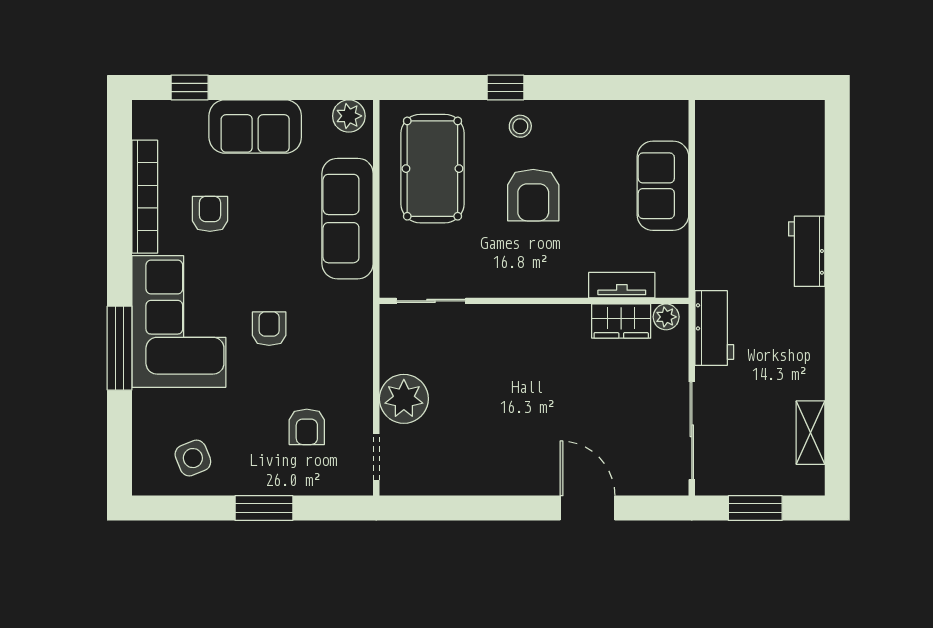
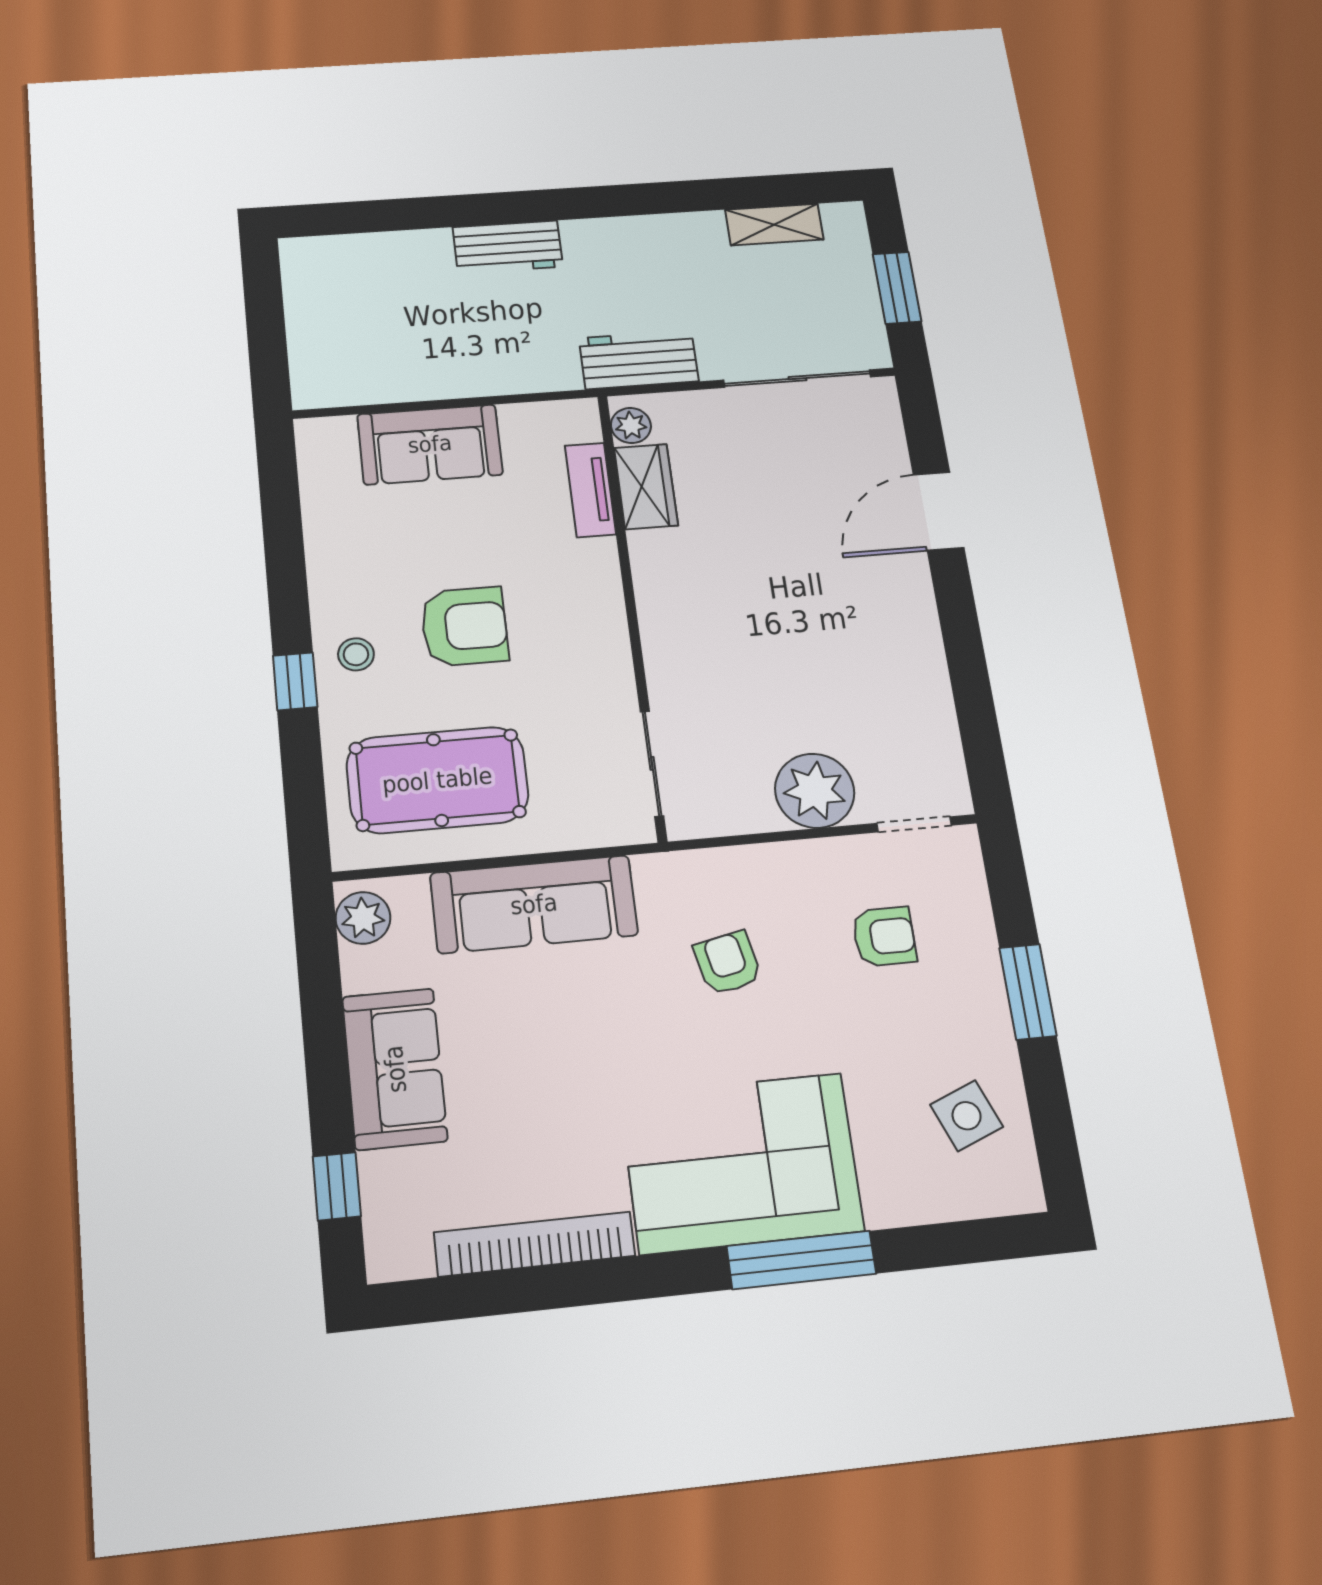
armchair: (210, 214) -> (552, 1129), removed
armchair: (269, 329) -> (728, 963), moved, turned 78

